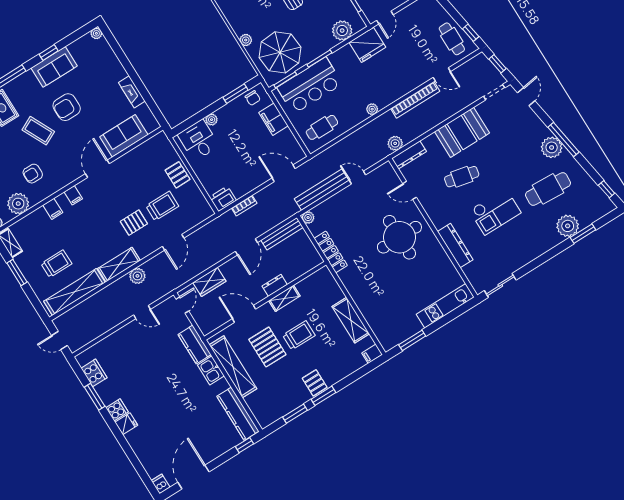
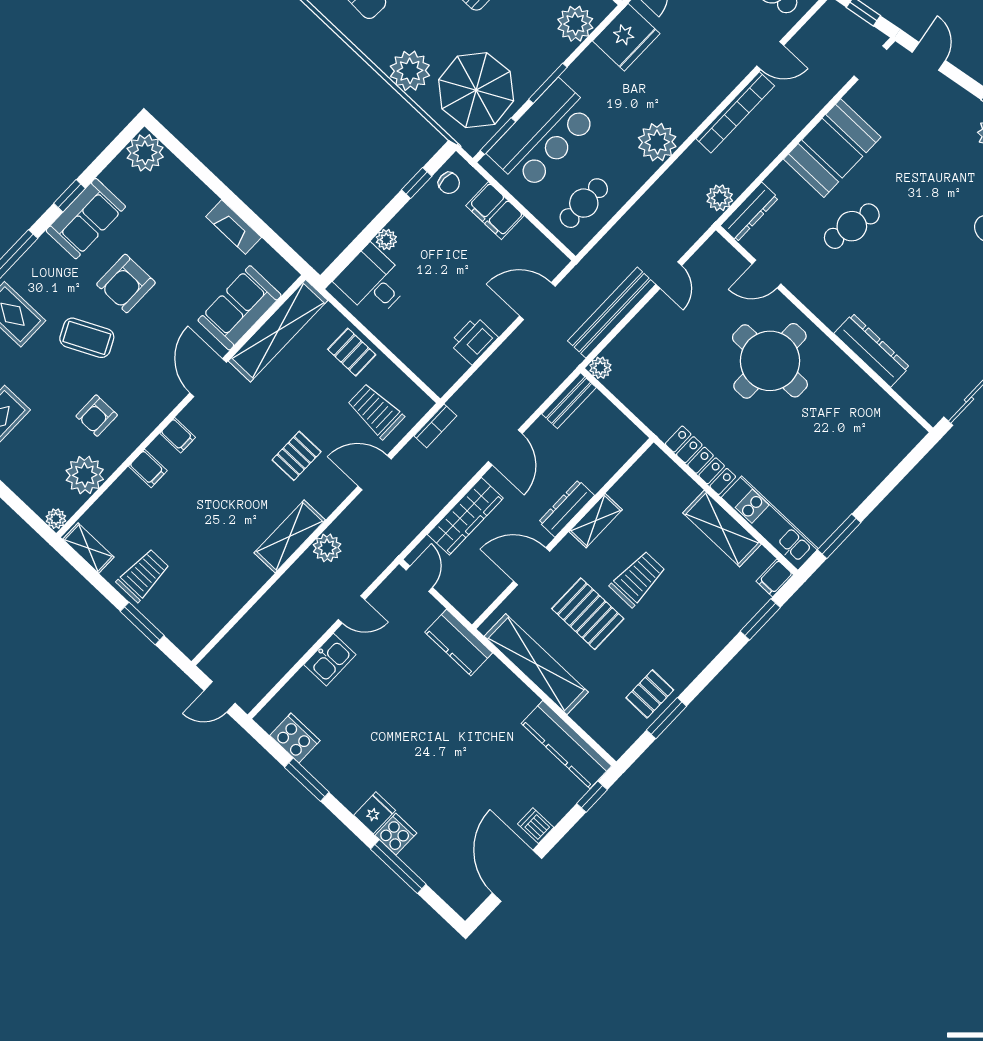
plant: (96, 33) -> (145, 153), width x1.88, depth x1.88
plant: (246, 40) -> (410, 71), width x1.88, depth x1.88
window: (236, 94) -> (417, 183), width x0.67
plant: (372, 109) -> (657, 142), width x1.88, depth x1.88
door: (357, 178) -> (669, 275), swing flipped
printer: (223, 199) -> (474, 340), moved
trolley: (162, 206) -> (376, 411), moved, turned -90
bookcase: (244, 206) -> (435, 426), moved
checkout: (495, 212) -> (927, 272), removed
bench: (282, 234) -> (569, 401), width x0.73
door: (173, 242) -> (375, 473), swing flipped
locker: (331, 252) -> (700, 460), moved
trolley: (56, 264) -> (143, 575), moved
window: (17, 272) -> (142, 623), moved
wardrobe: (209, 282) -> (465, 516), width x1.50
dresser: (275, 285) -> (567, 508), width x1.44
shelving: (74, 292) -> (278, 331), moved
kitchen unit: (445, 306) -> (770, 523), moved, turned 90
kitchen sink: (211, 370) -> (330, 660), moved, turned -90
pallet: (315, 383) -> (650, 694), moved, turned 90
window: (323, 396) -> (760, 619), moved
cooker: (117, 410) -> (396, 834), moved
window: (131, 456) -> (398, 867), added
dishwasher: (161, 484) -> (536, 826), moved

